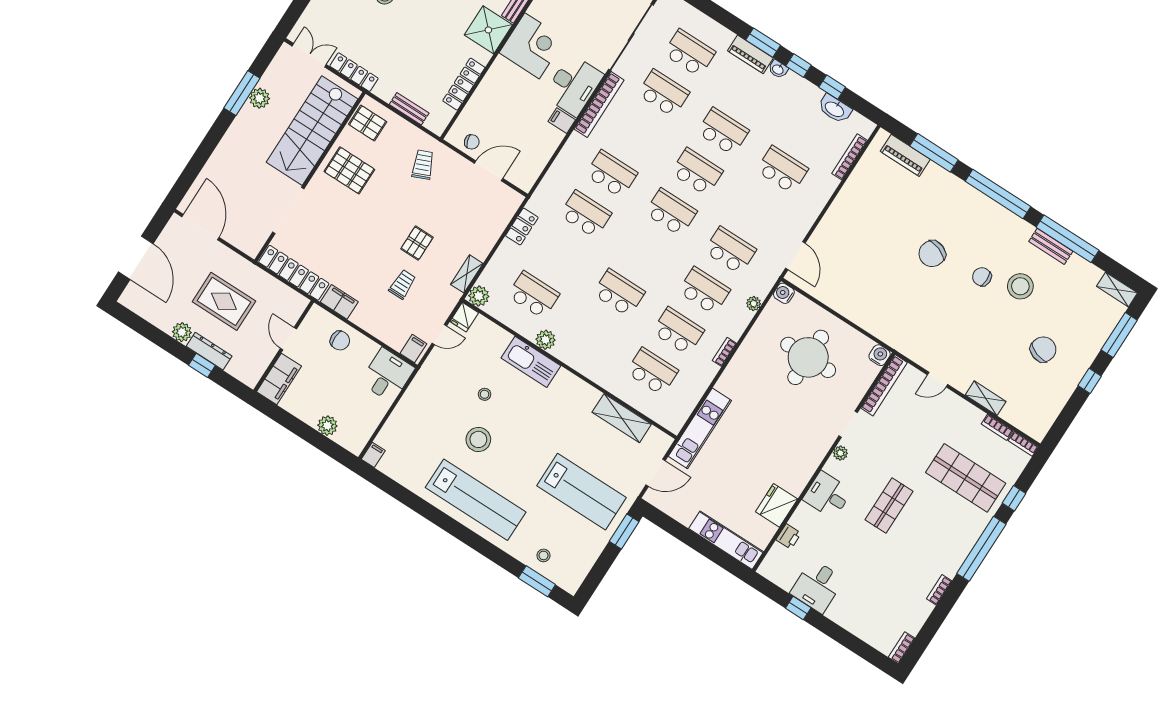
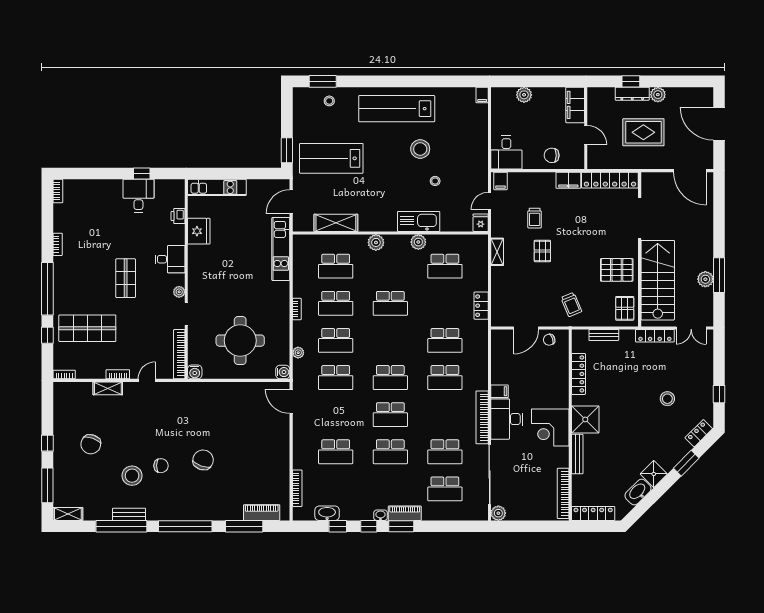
pallet: (368, 123) -> (625, 308), turned 90
plant: (479, 296) -> (376, 242), moved
bookcase: (997, 427) -> (118, 374), moved

